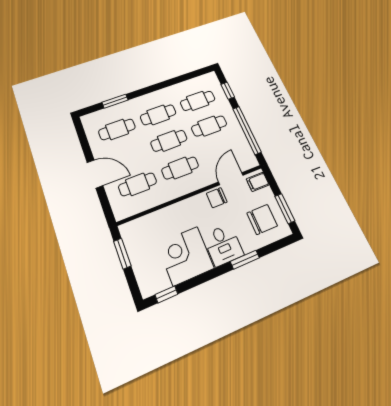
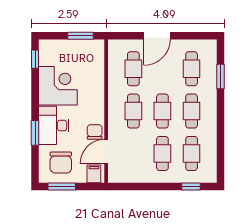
window: (247, 130) -> (145, 186), removed
door: (231, 179) -> (106, 152), swing flipped
desk: (223, 245) -> (54, 125), width x1.37

